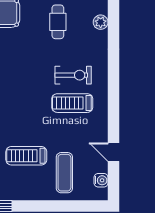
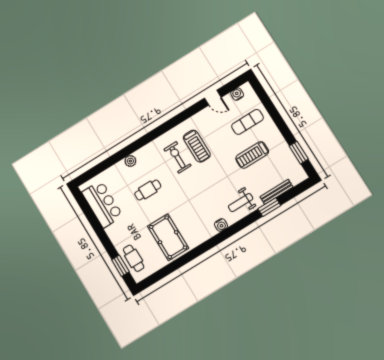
door: (114, 152) -> (213, 98), hinge flipped
treadmill: (26, 156) -> (252, 155), turned 90

